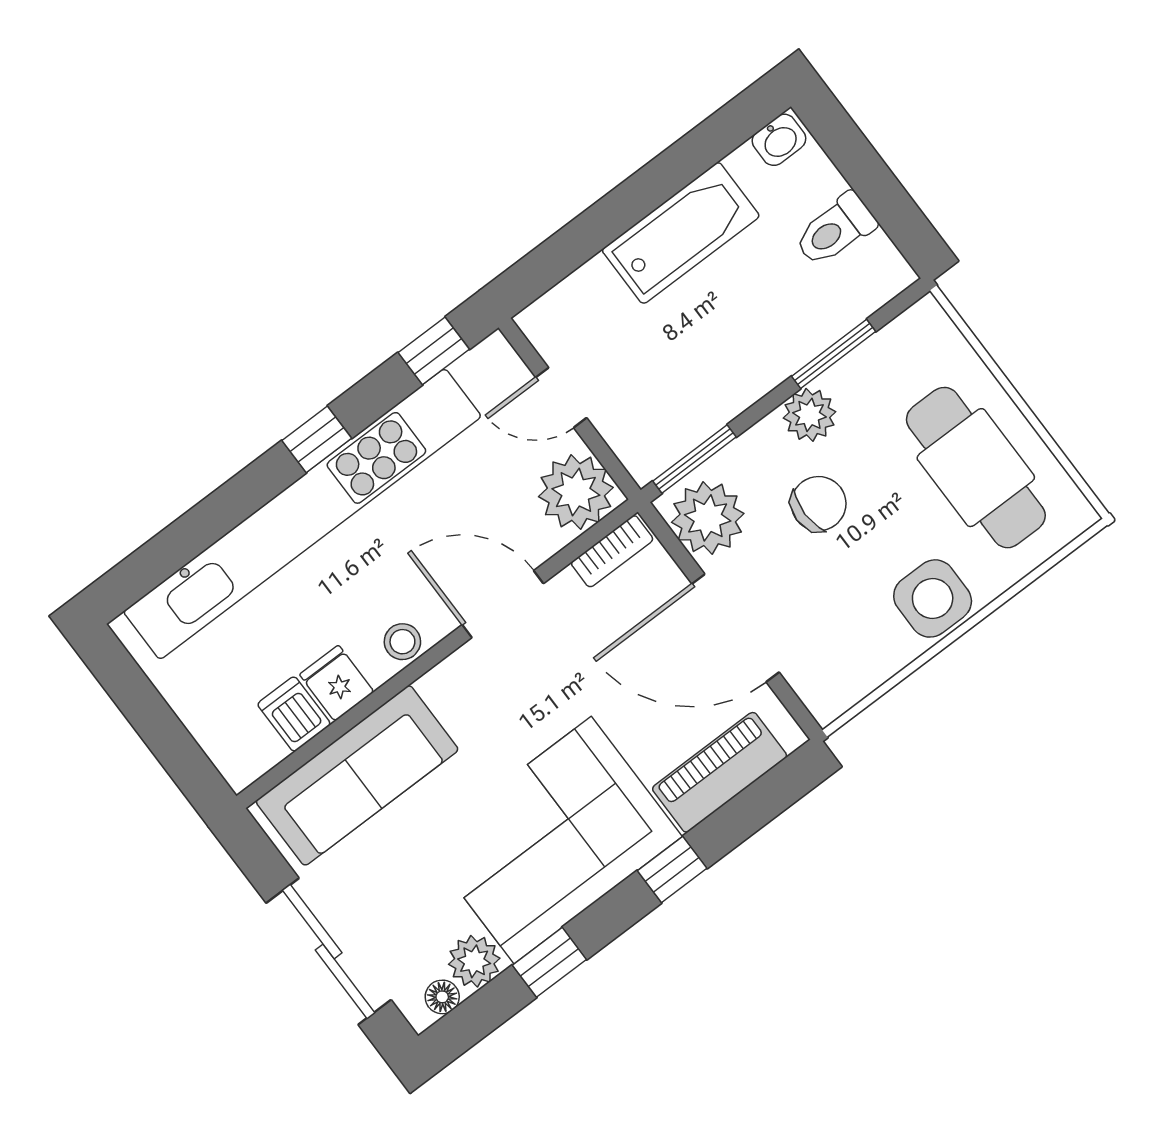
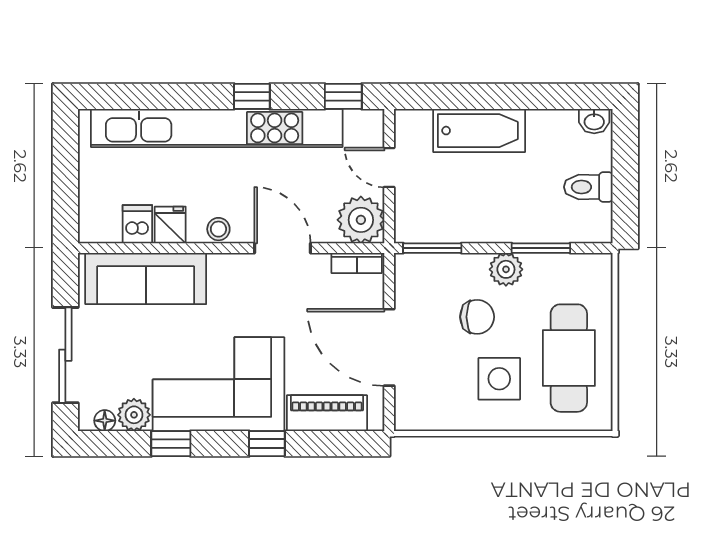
bathtub: (681, 233) -> (479, 131), moved
plant: (708, 518) -> (417, 282), removed
side table: (933, 598) -> (499, 379), moved

